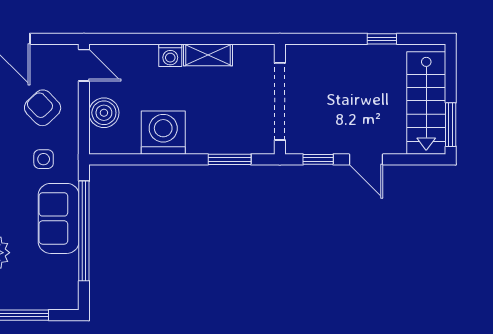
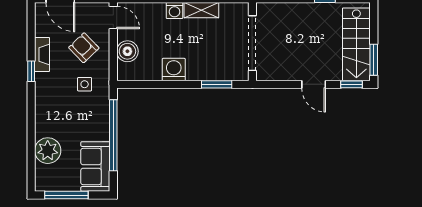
washing machine: (163, 133) -> (174, 70), width x0.73, depth x0.73
window: (318, 159) -> (351, 84), moved
sofa: (59, 218) -> (95, 167), moved

